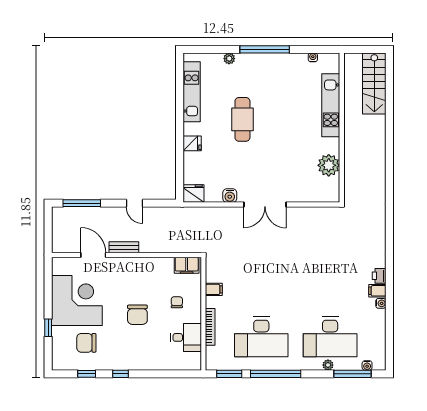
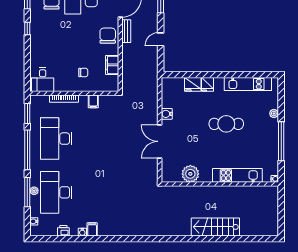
stairs: (374, 84) -> (215, 227), moved
kitchen unit: (331, 105) -> (237, 175), moved
wall: (342, 128) -> (220, 184), moved
plant: (329, 165) -> (190, 174), moved
fridge: (193, 194) -> (193, 84), moved, turned 90
filing cabinet: (187, 265) -> (112, 65), moved
printer: (379, 276) -> (63, 231), moved
chair: (137, 315) -> (108, 36), moved, turned 90
desk: (186, 337) -> (43, 80), moved
window: (353, 374) -> (27, 192), moved

